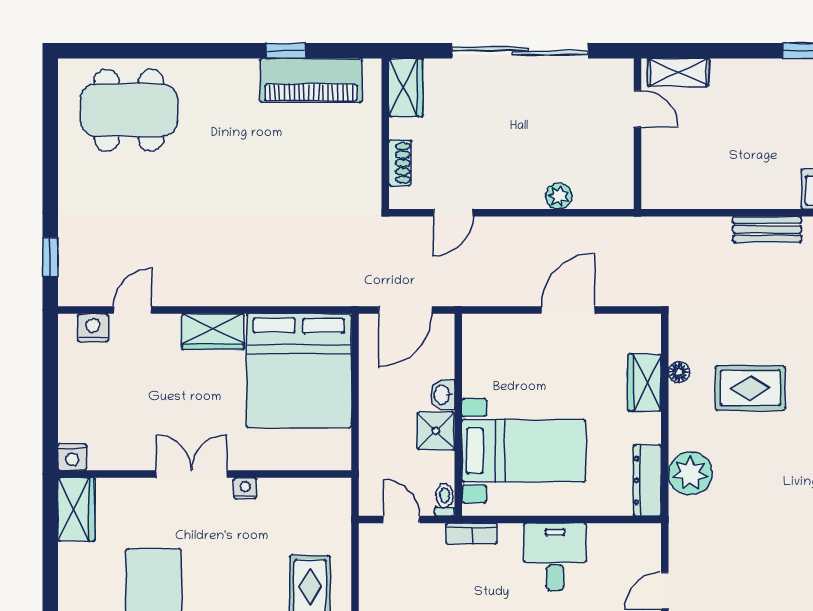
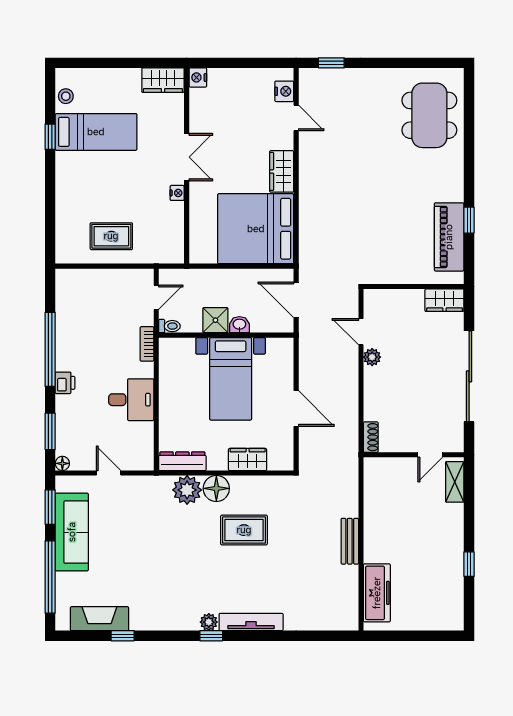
shoe rack: (400, 163) -> (371, 437), moved, turned -90
plant: (559, 196) -> (372, 357), moved
floor lamp: (679, 372) -> (216, 488), moved, width x1.89, depth x1.89
rug: (750, 388) -> (244, 530), turned 90
bed with nightstands: (524, 451) -> (231, 379), moved

